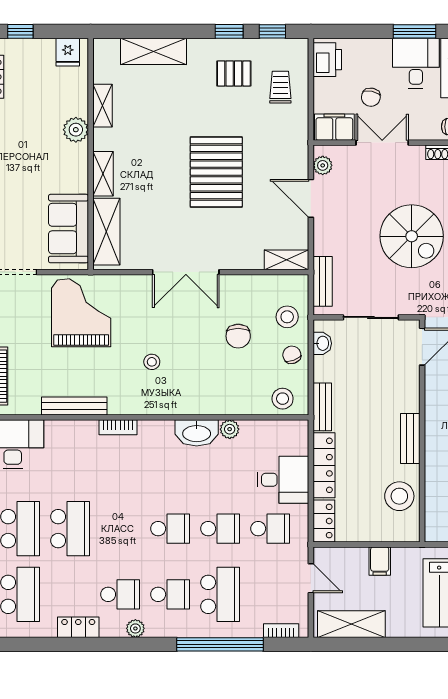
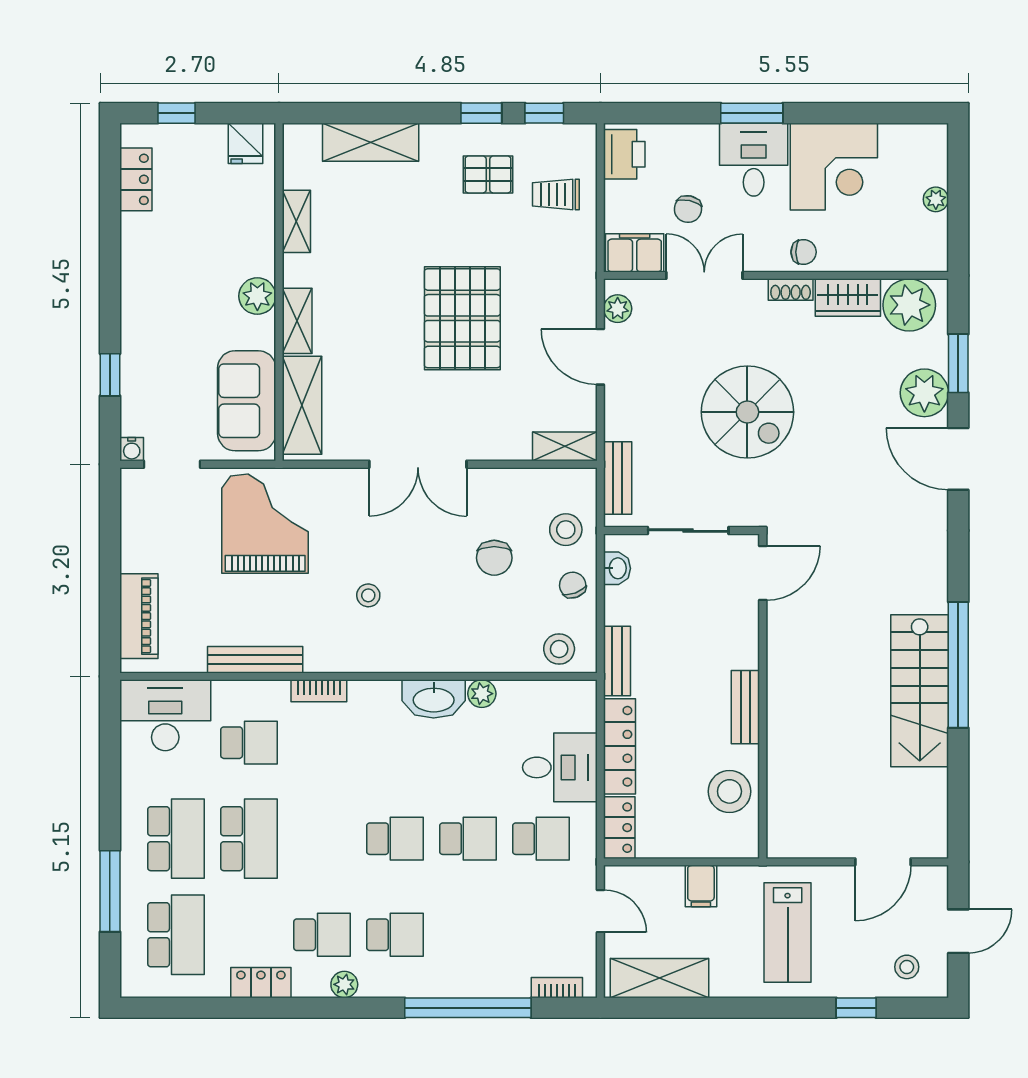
trolley: (280, 87) -> (556, 194), turned -90
plant: (76, 130) -> (257, 296), moved
school desk: (220, 594) -> (249, 743), moved, width x0.54

